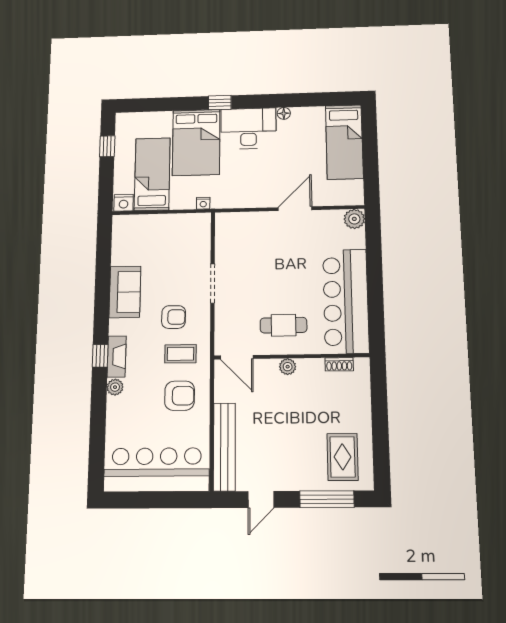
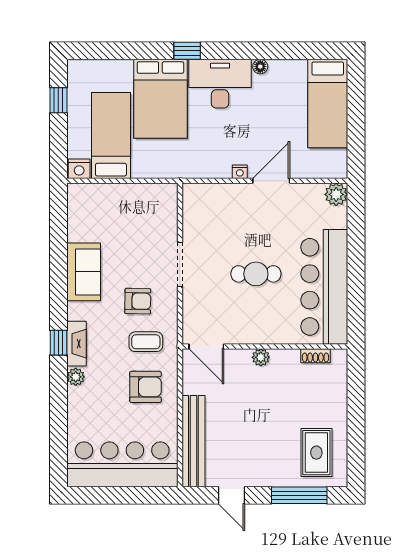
nightstand: (203, 203) -> (240, 172), moved
cafe table: (284, 325) -> (256, 274), moved
door: (261, 499) -> (231, 495), hinge flipped

